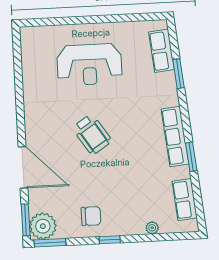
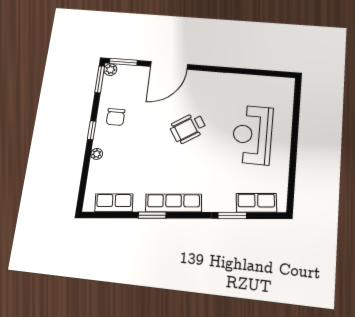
plant: (43, 226) -> (110, 70), width x0.53, depth x0.53
plant: (152, 228) -> (97, 154), moved

